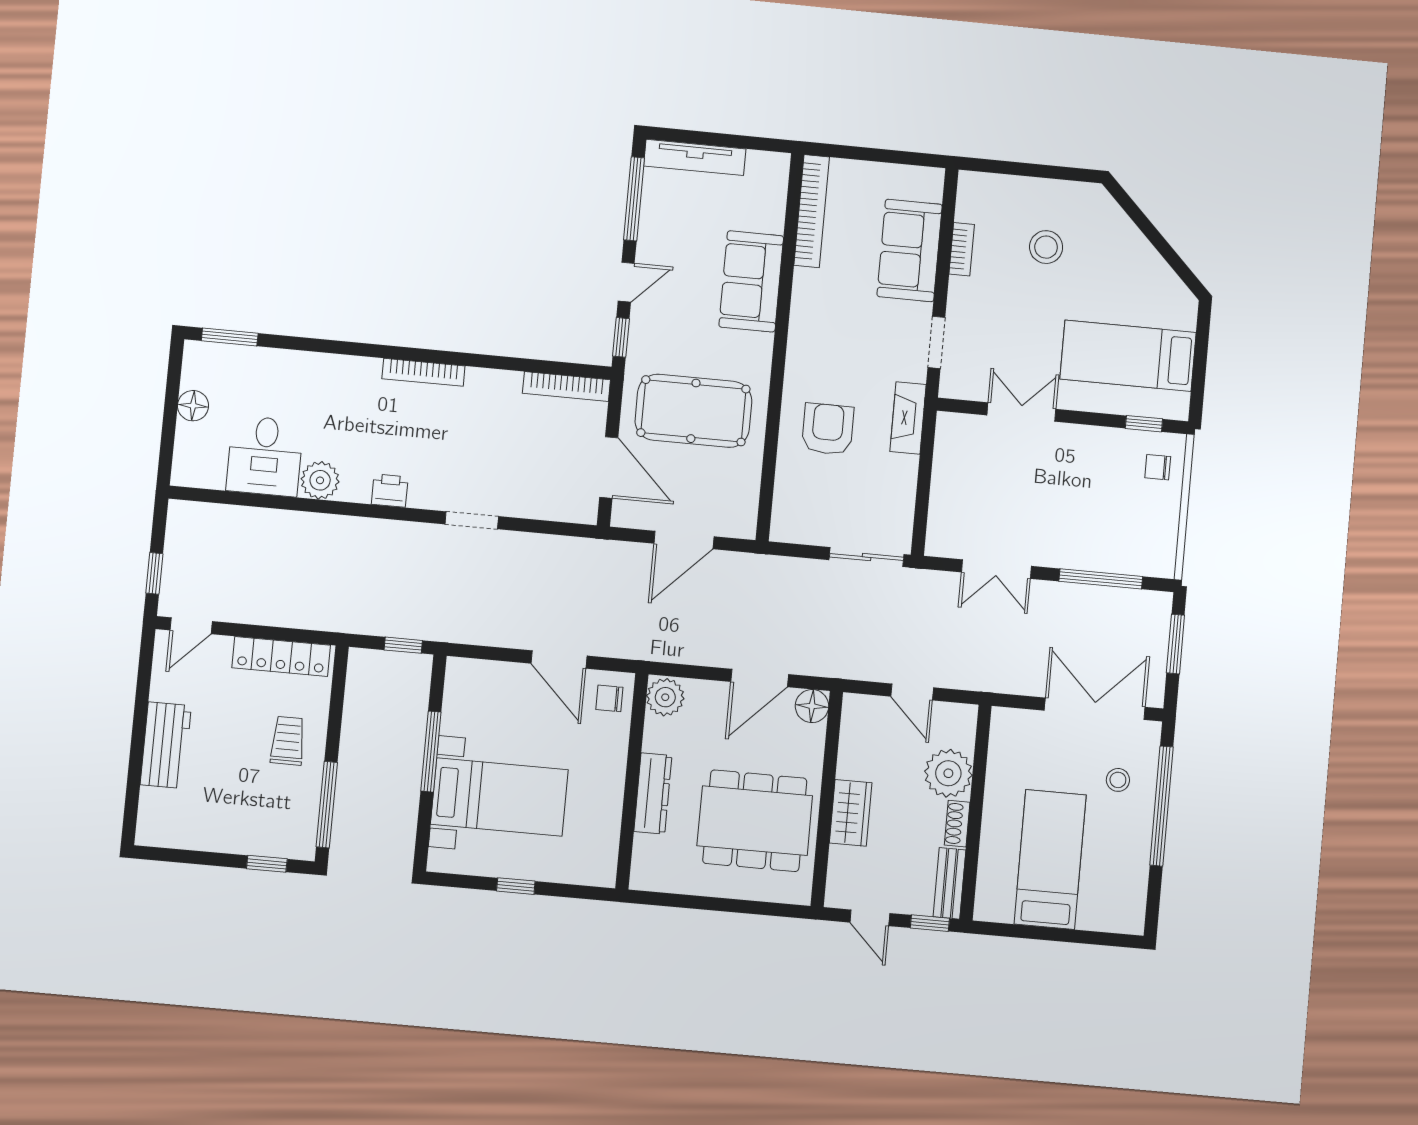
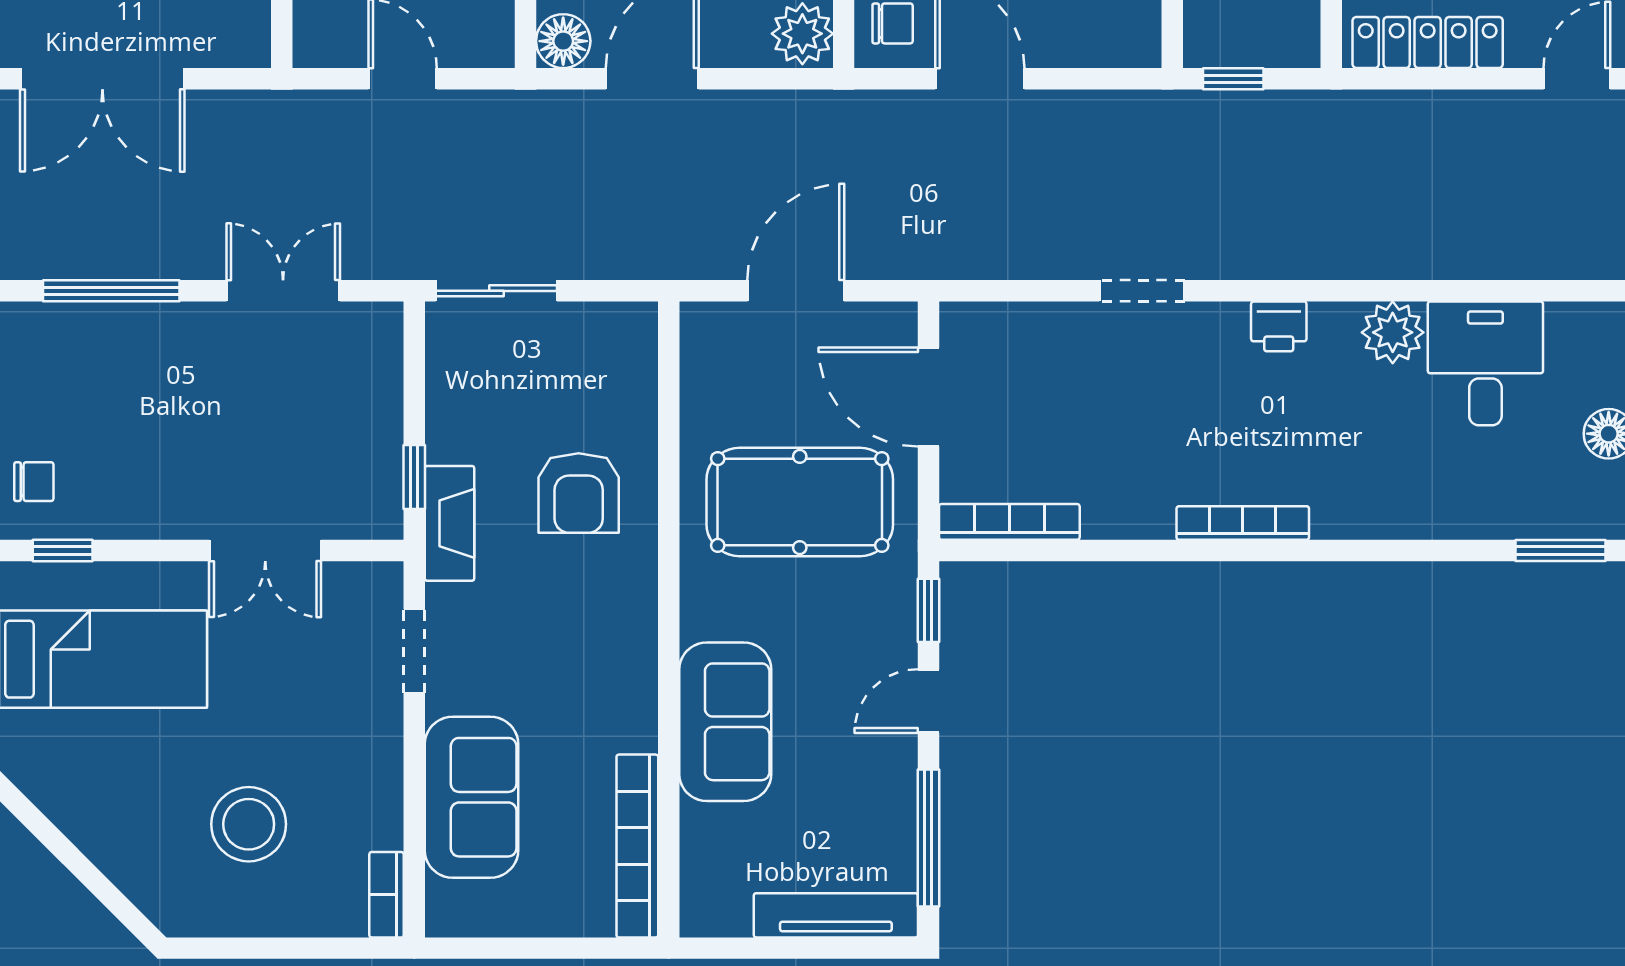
stool: (1046, 247) -> (249, 824), width x1.38, depth x1.38
bookcase: (962, 249) -> (387, 895), moved
window: (927, 448) -> (414, 477), added

